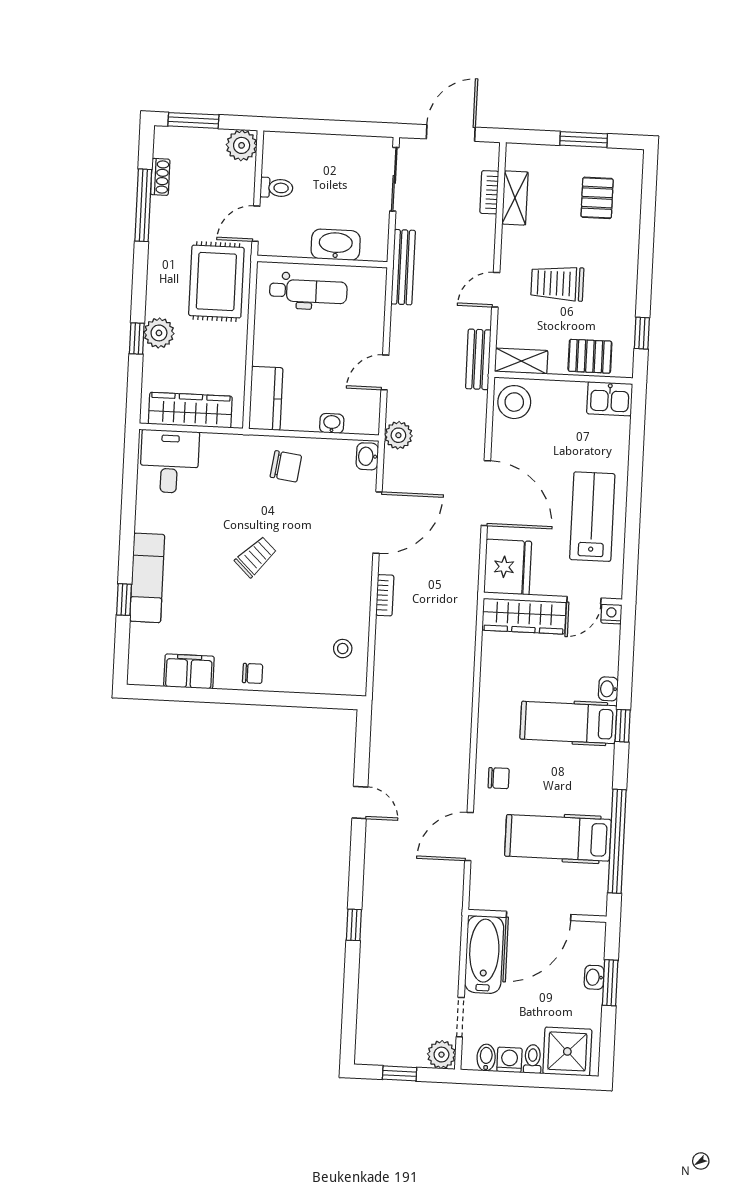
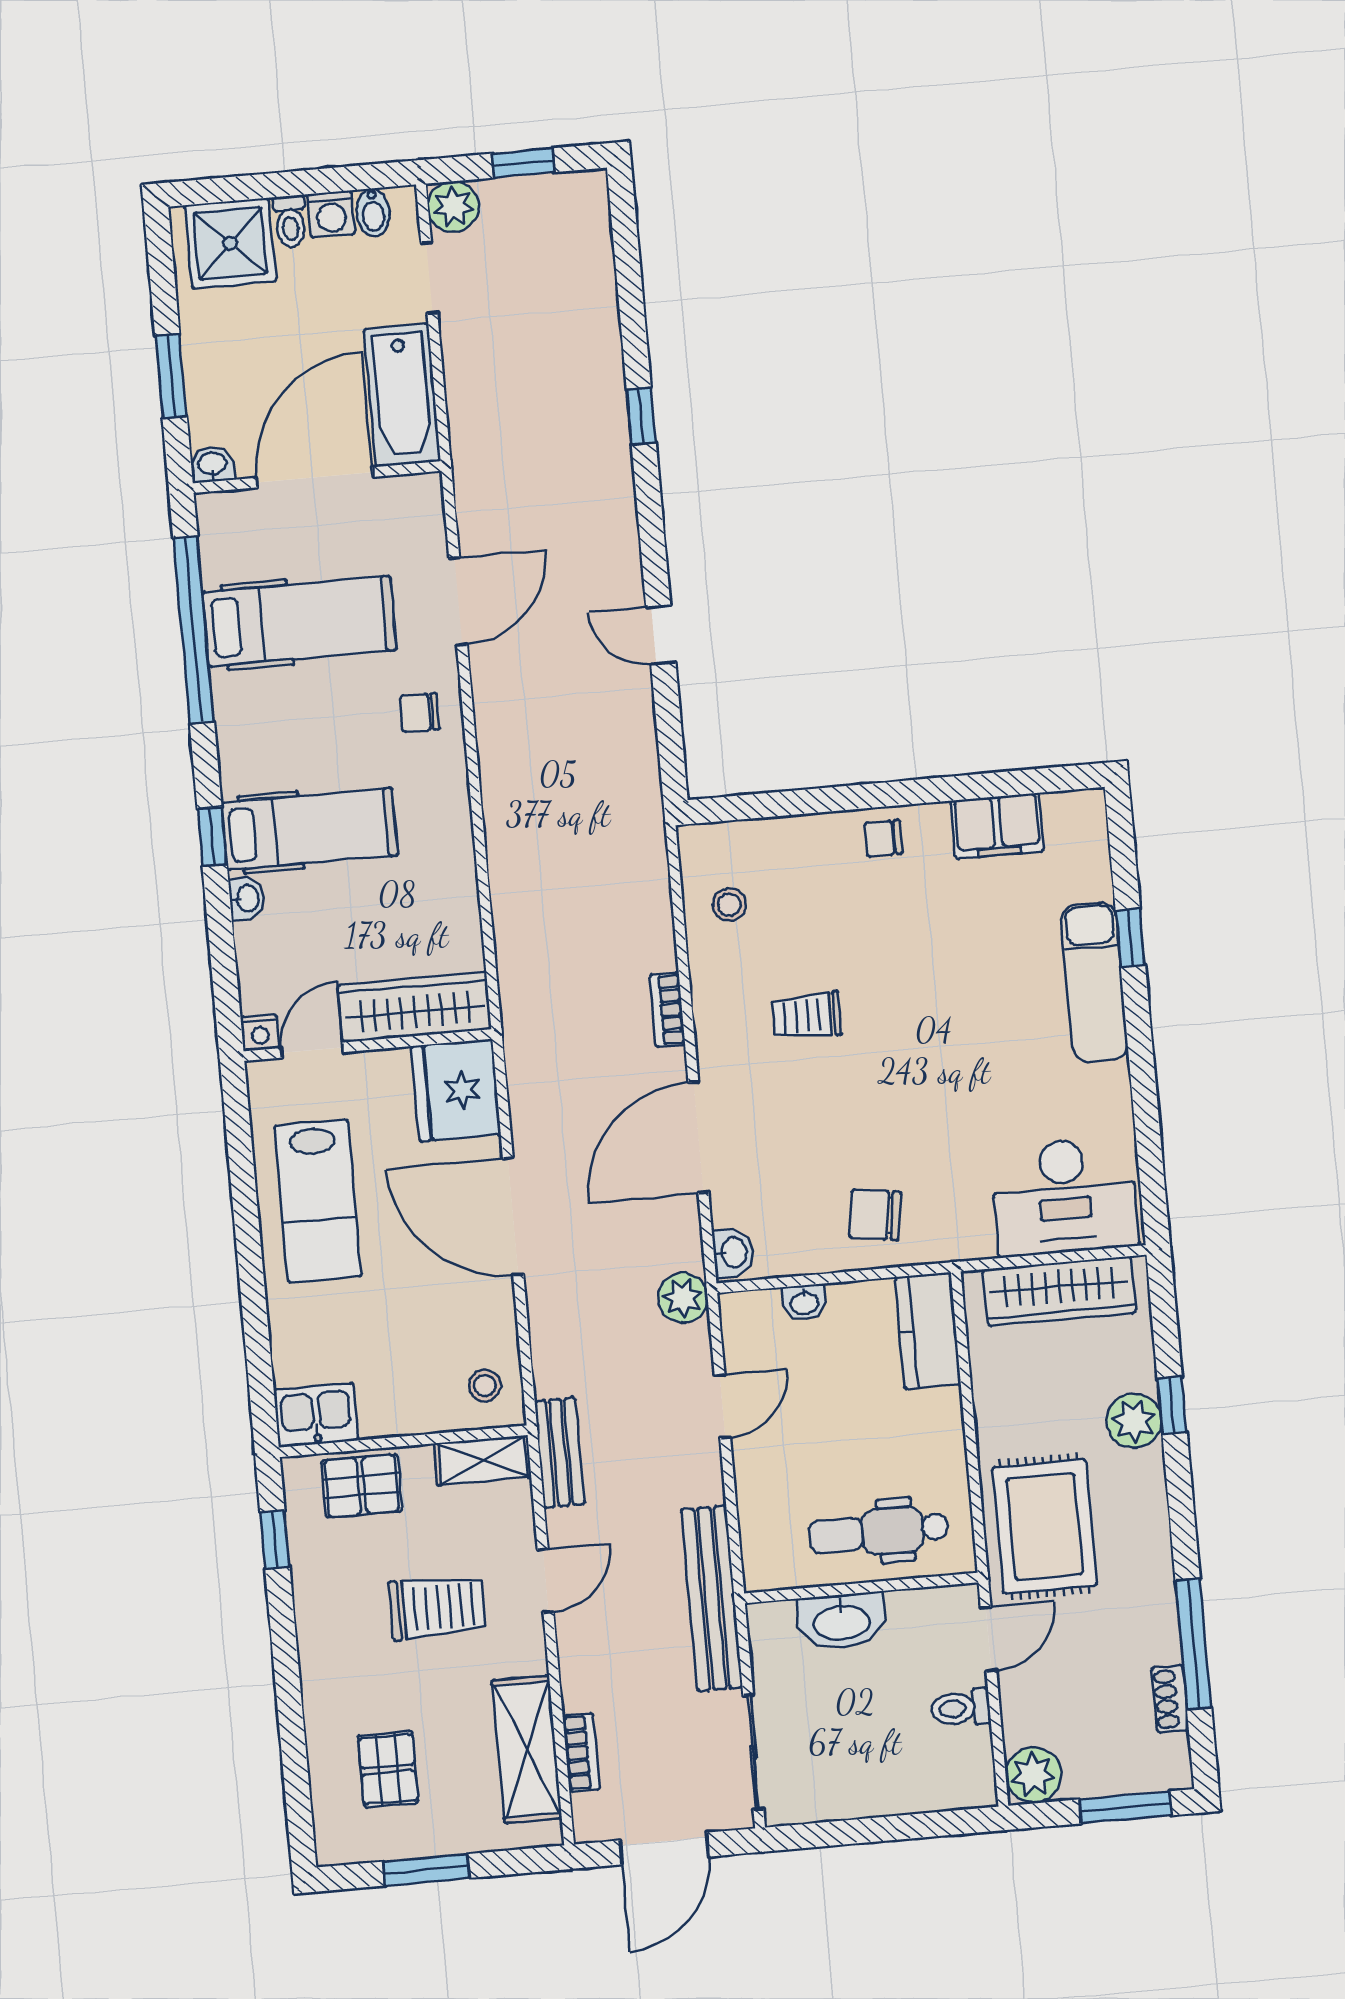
shelving: (515, 198) -> (527, 1749), width x1.50, depth x1.33
bench: (403, 267) -> (712, 1599), width x1.37, depth x1.21
stool: (514, 402) -> (485, 1386), width x0.53, depth x0.53
desk: (169, 461) -> (1065, 1196), width x1.37
trolley: (256, 557) -> (806, 1016), moved, turned 46
washbasin: (594, 977) -> (212, 464), moved, turned -90

